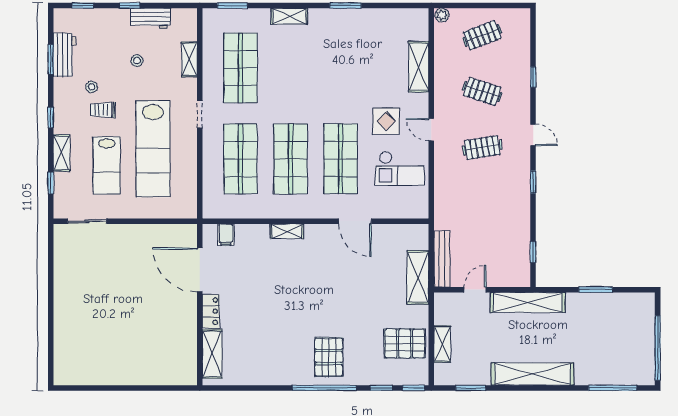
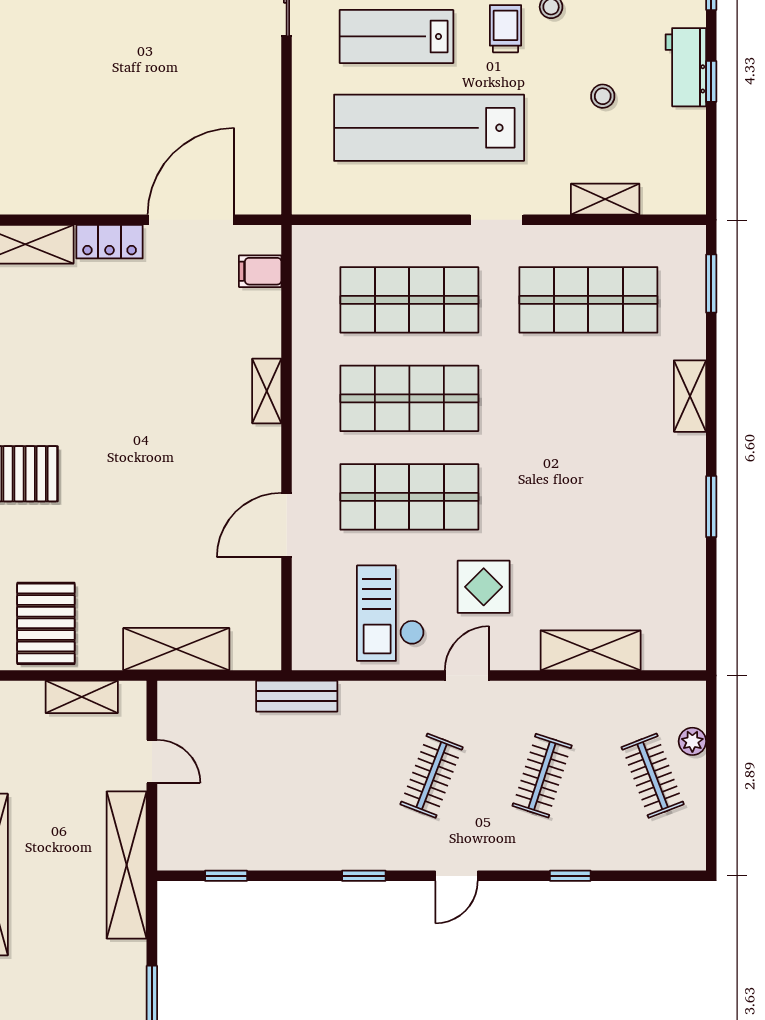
plant: (442, 15) -> (692, 741), moved
workbench: (151, 18) -> (686, 67), moved
clothes rail: (482, 148) -> (432, 776), turned 30
bench: (442, 259) -> (297, 696), moved, width x0.73
shelving: (442, 344) -> (82, 697), moved

